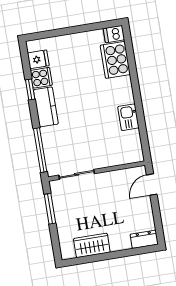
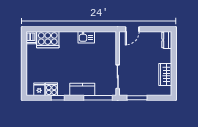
kitchen counter: (46, 107) -> (82, 89), moved
door: (152, 185) -> (132, 29), hinge flipped

